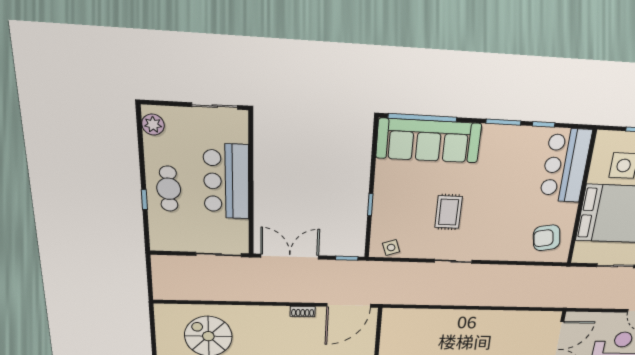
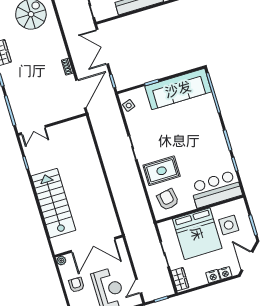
sofa: (429, 141) -> (178, 89), moved, turned -90
rug: (449, 212) -> (162, 171), moved, width x1.36, depth x1.43
double door: (290, 257) -> (102, 47), swing flipped
door: (349, 305) -> (81, 94), swing flipped

